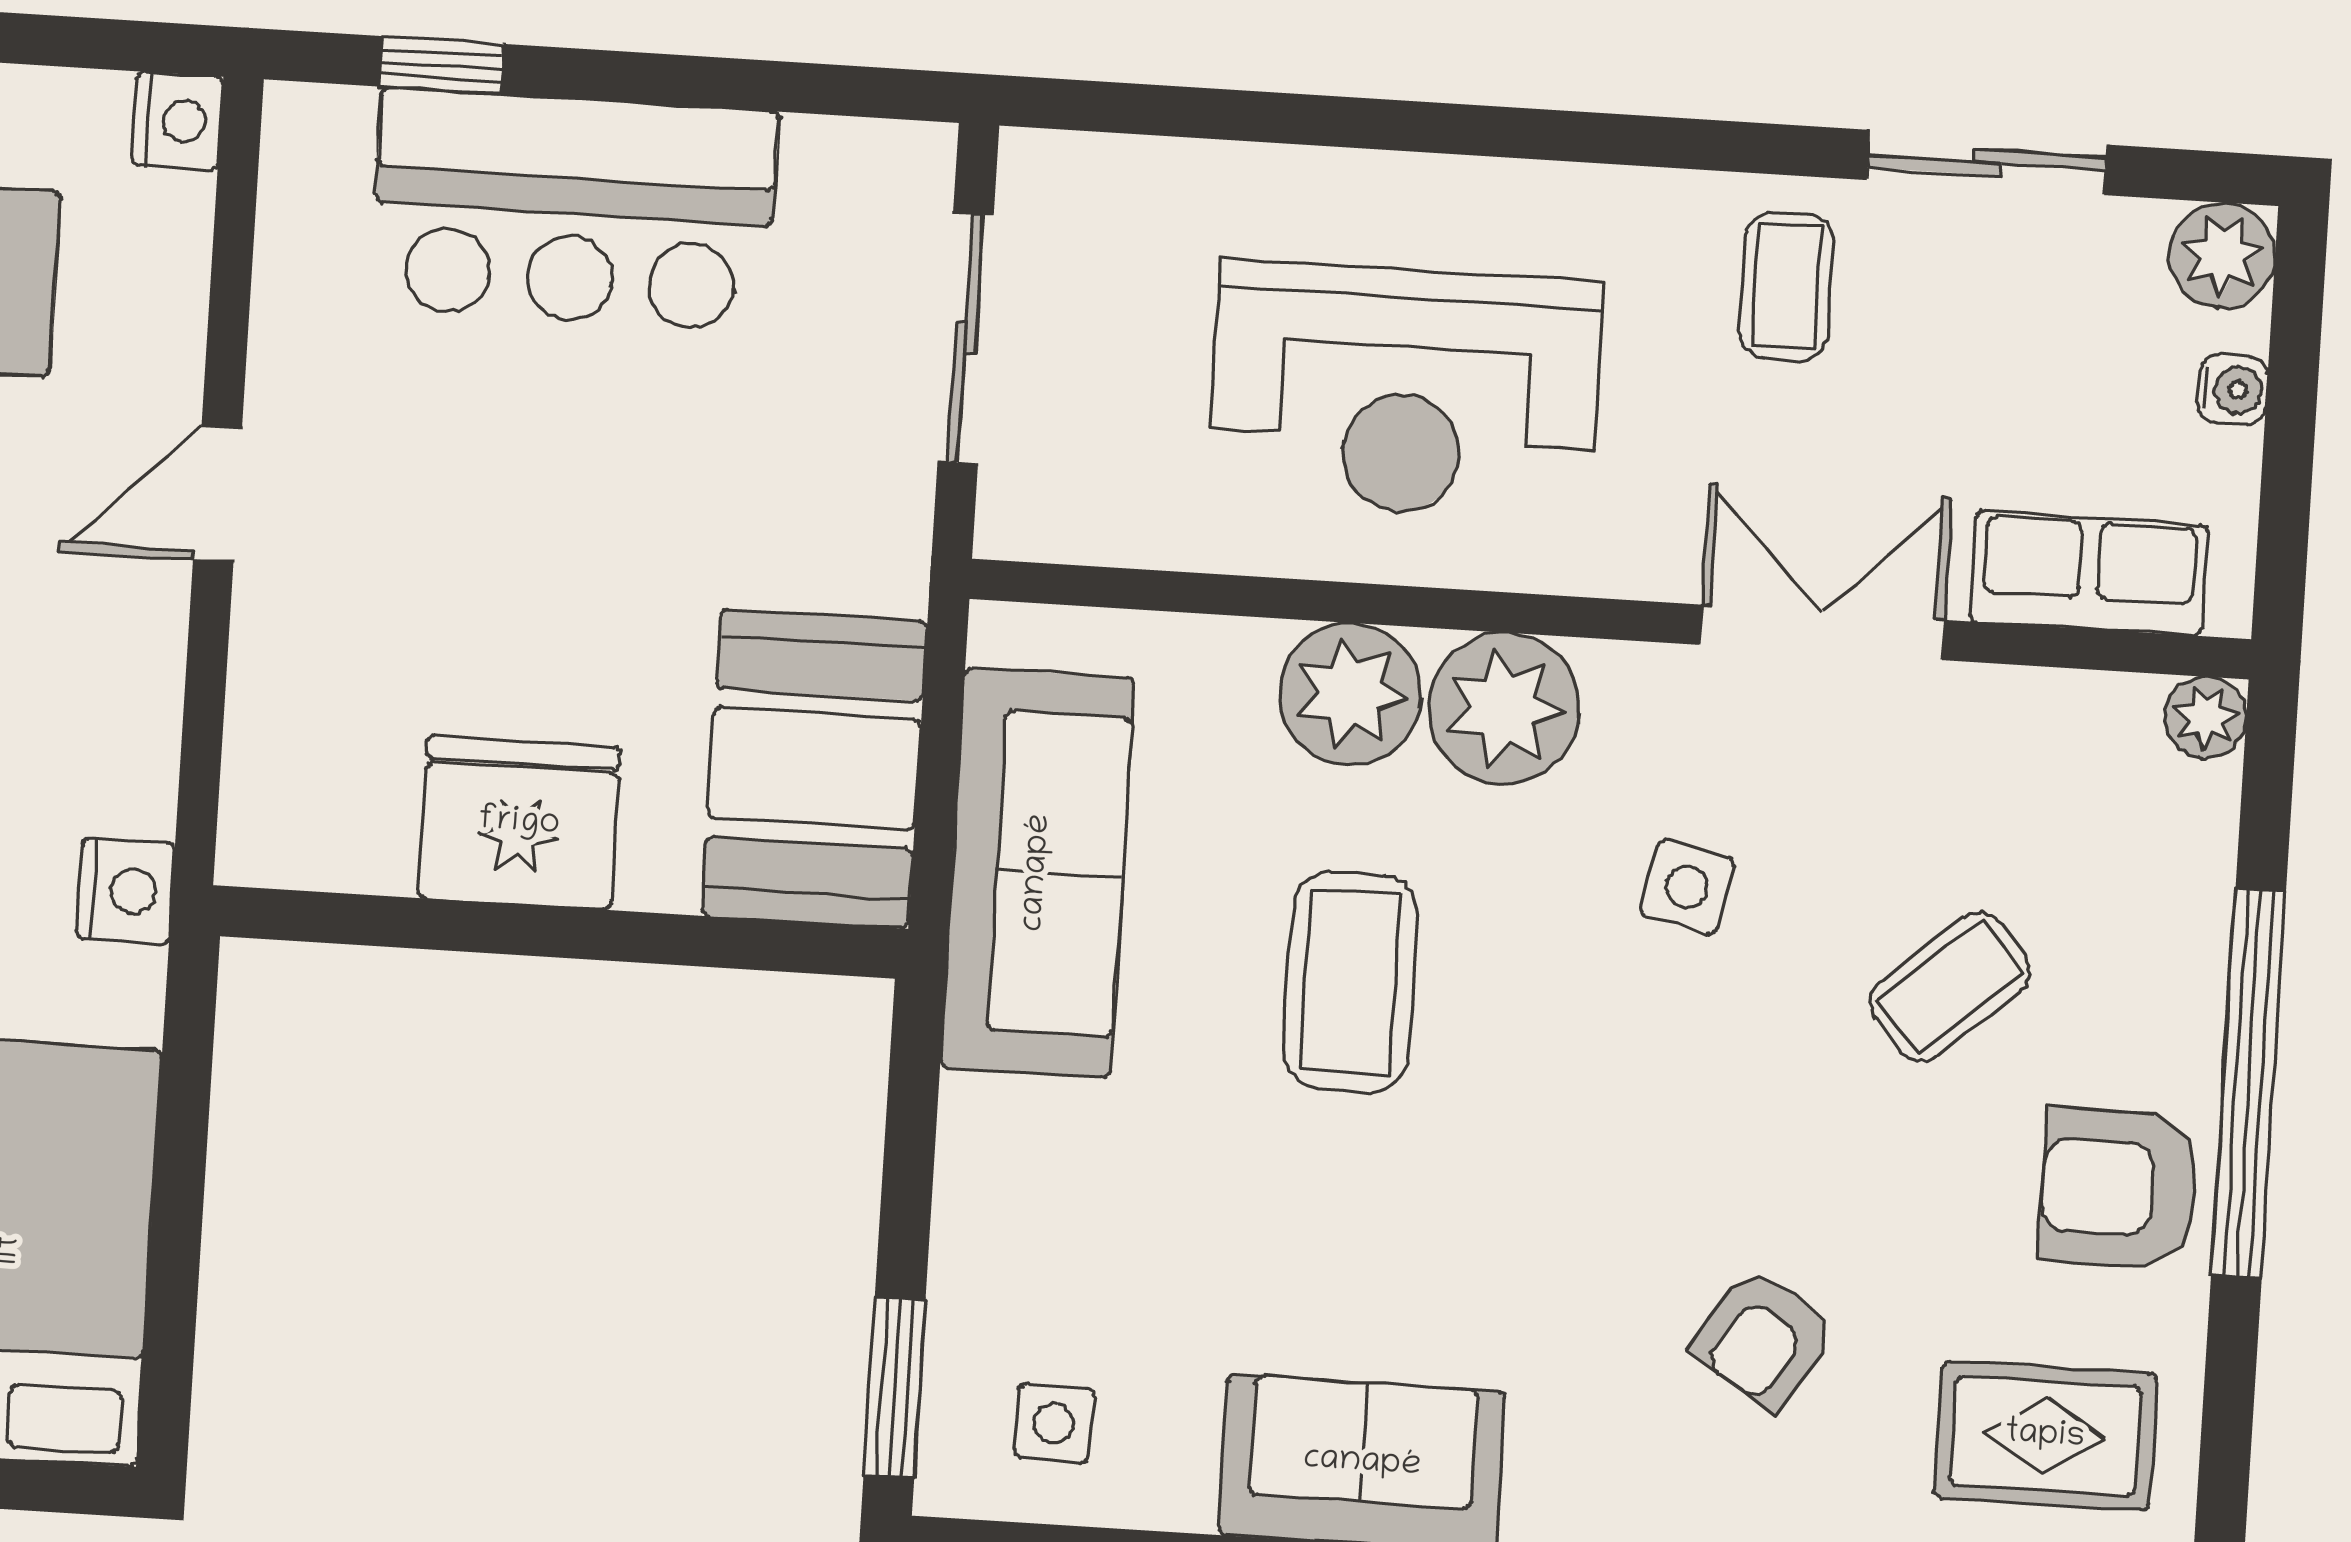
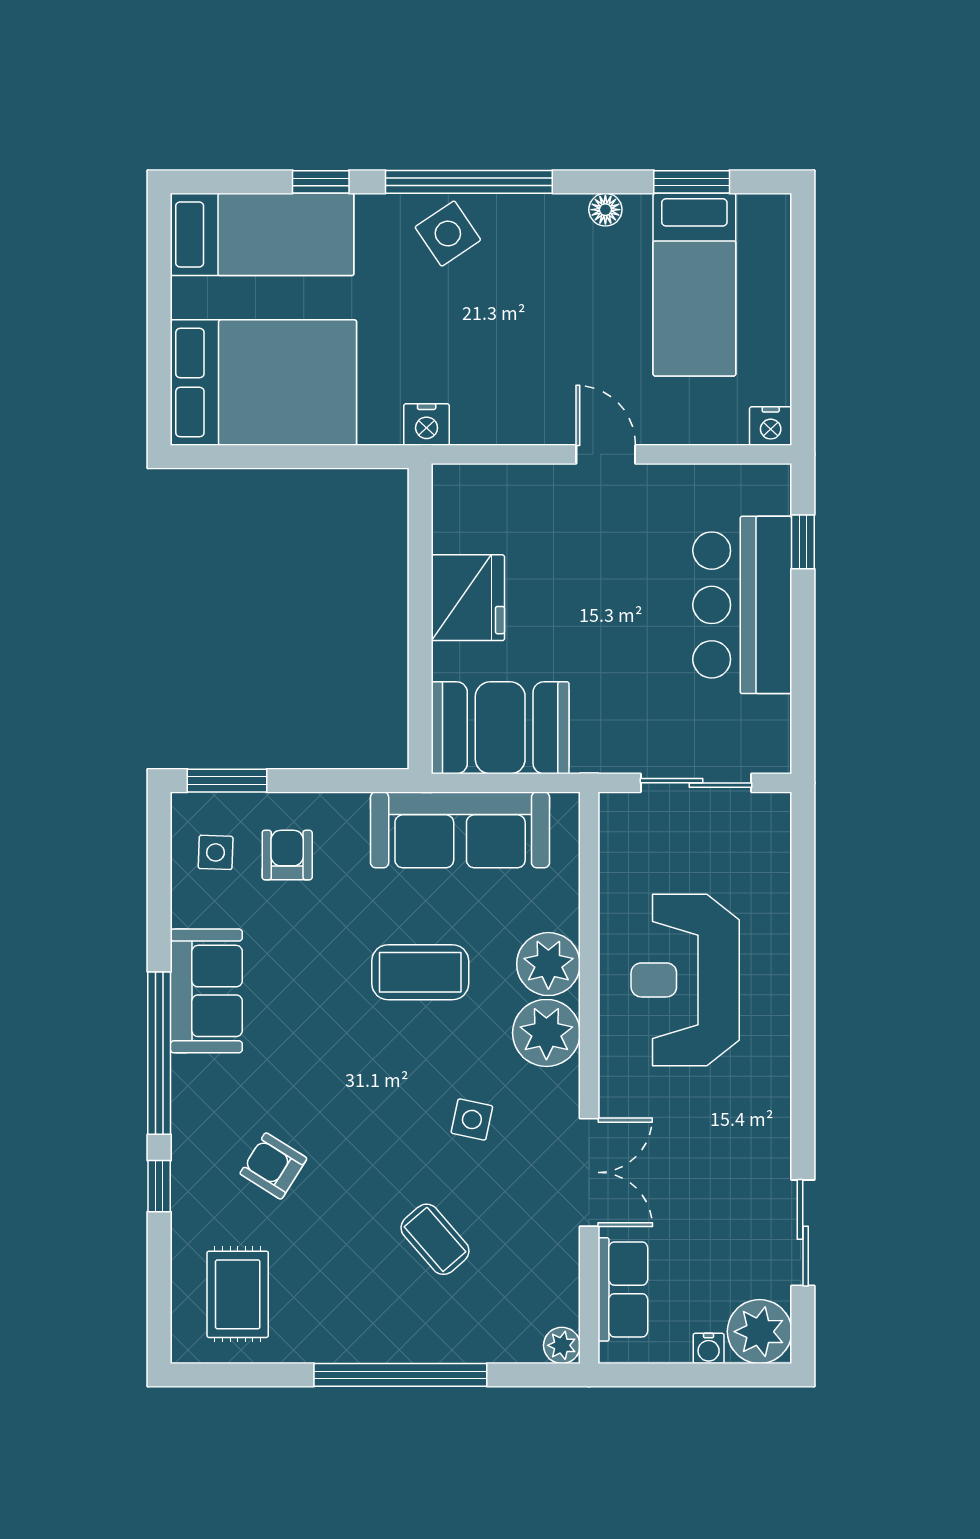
plant: (2223, 255) -> (760, 1332), width x1.36, depth x1.36
coffee table: (1786, 286) -> (742, 1147), removed
armchair: (2119, 1188) -> (287, 855), moved, width x0.72, depth x0.72

